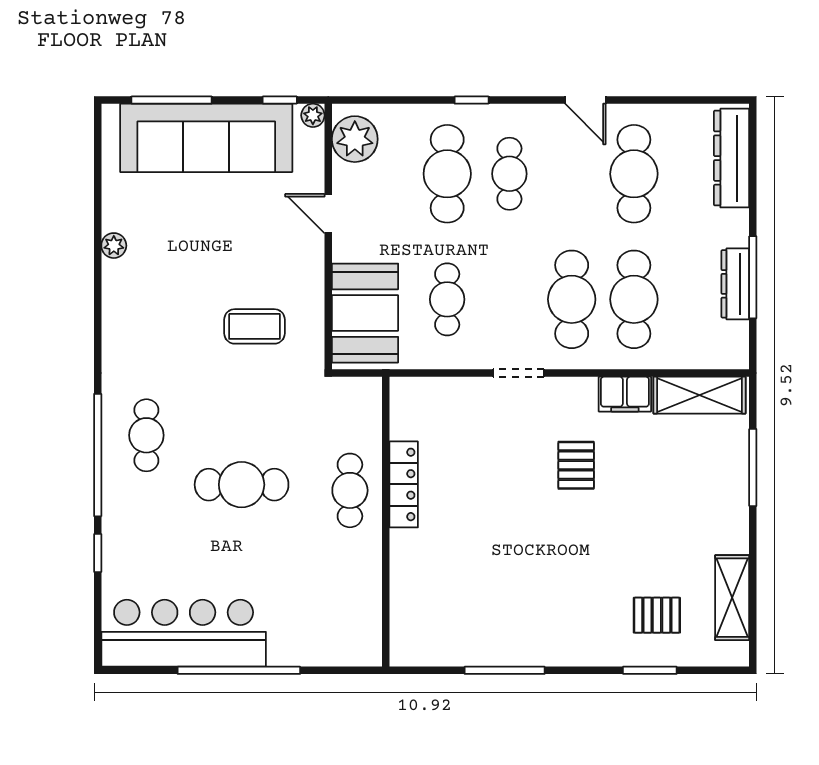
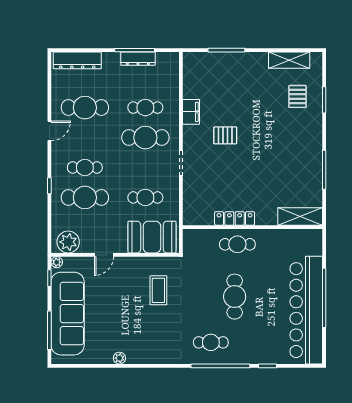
cafe table: (634, 299) -> (145, 108), width x0.73, depth x0.74
shelving: (699, 395) -> (300, 216), moved, turned 90
bar counter: (184, 633) -> (306, 310), width x1.36

